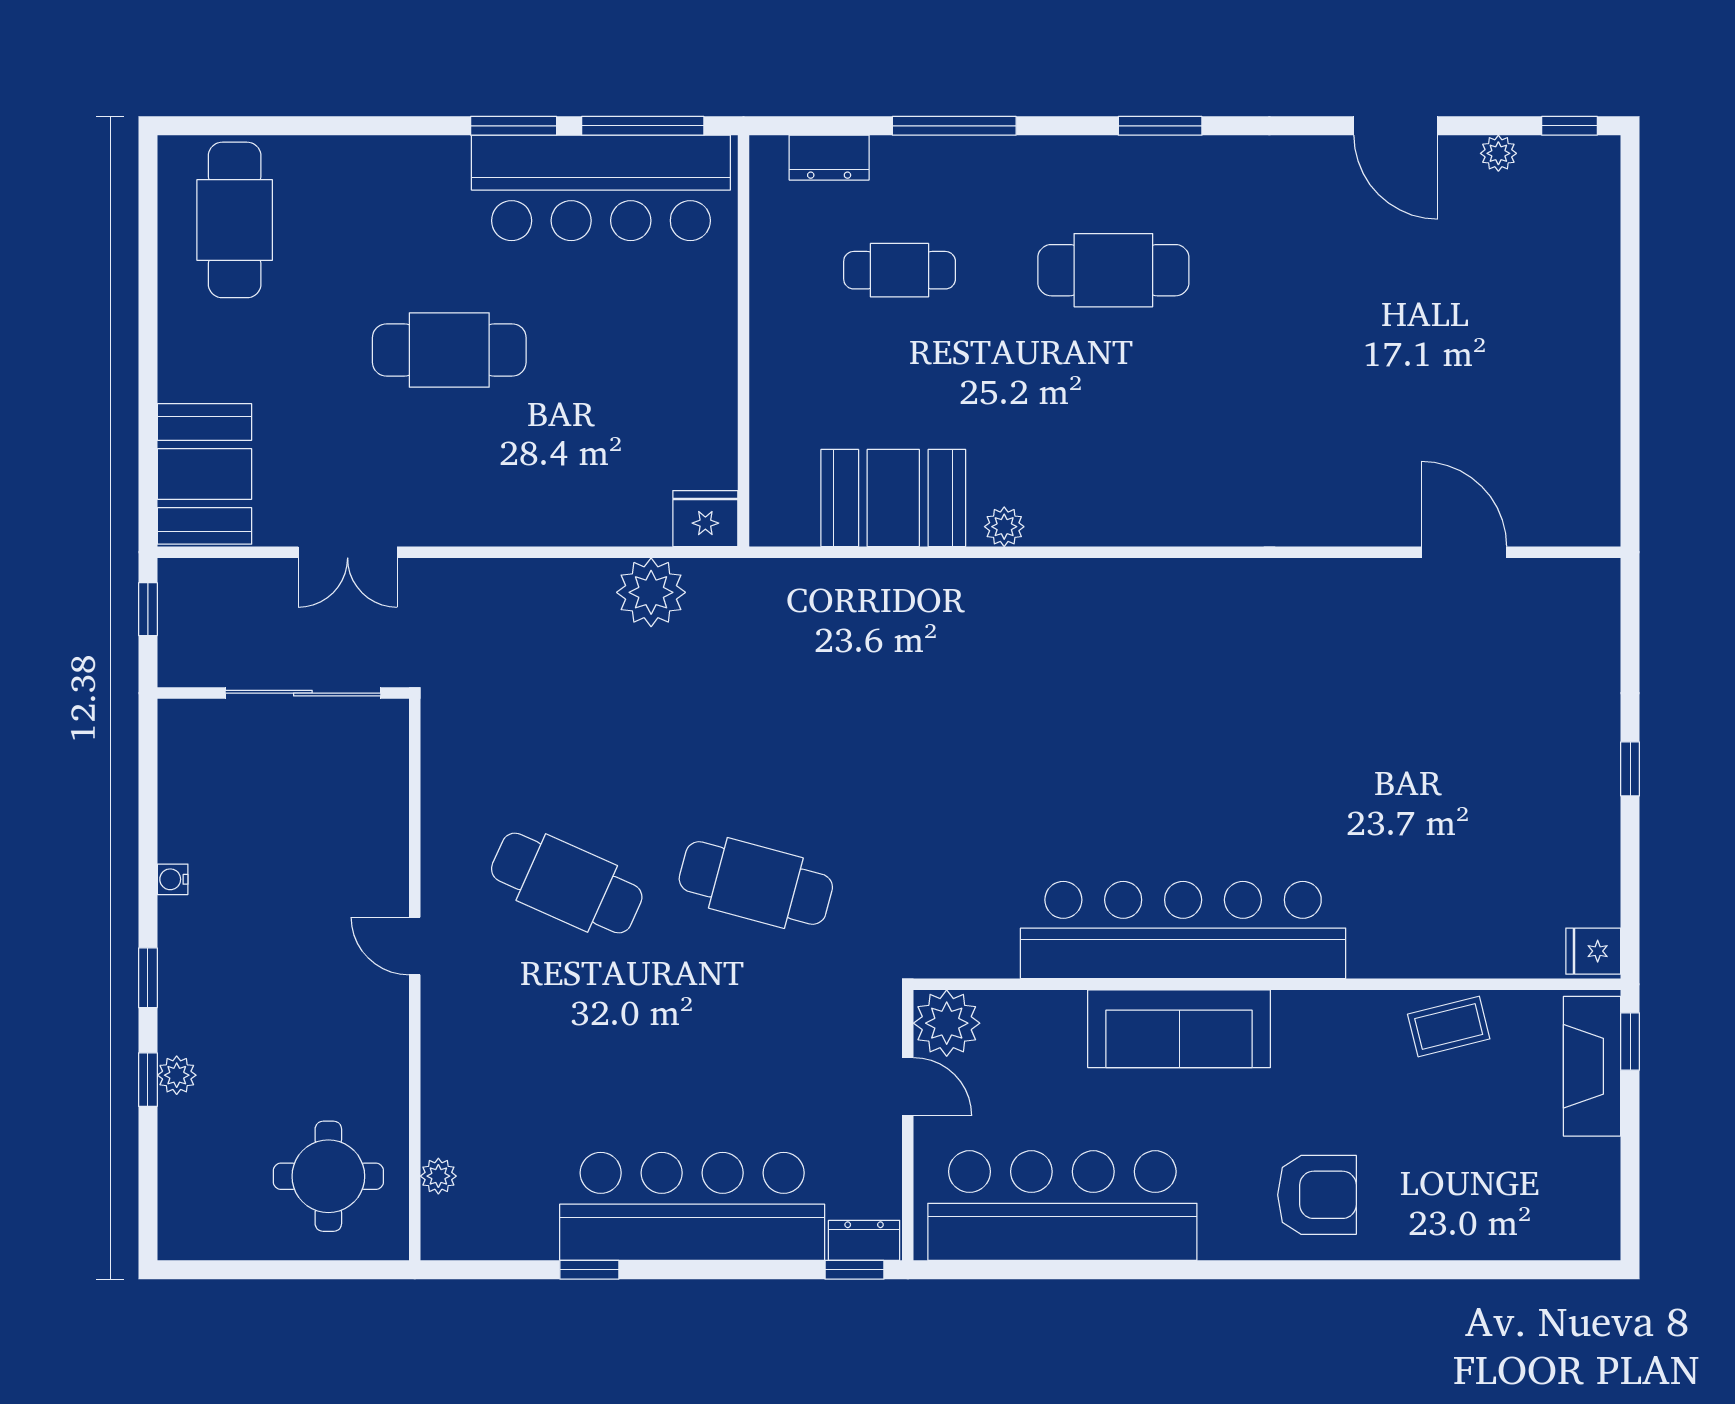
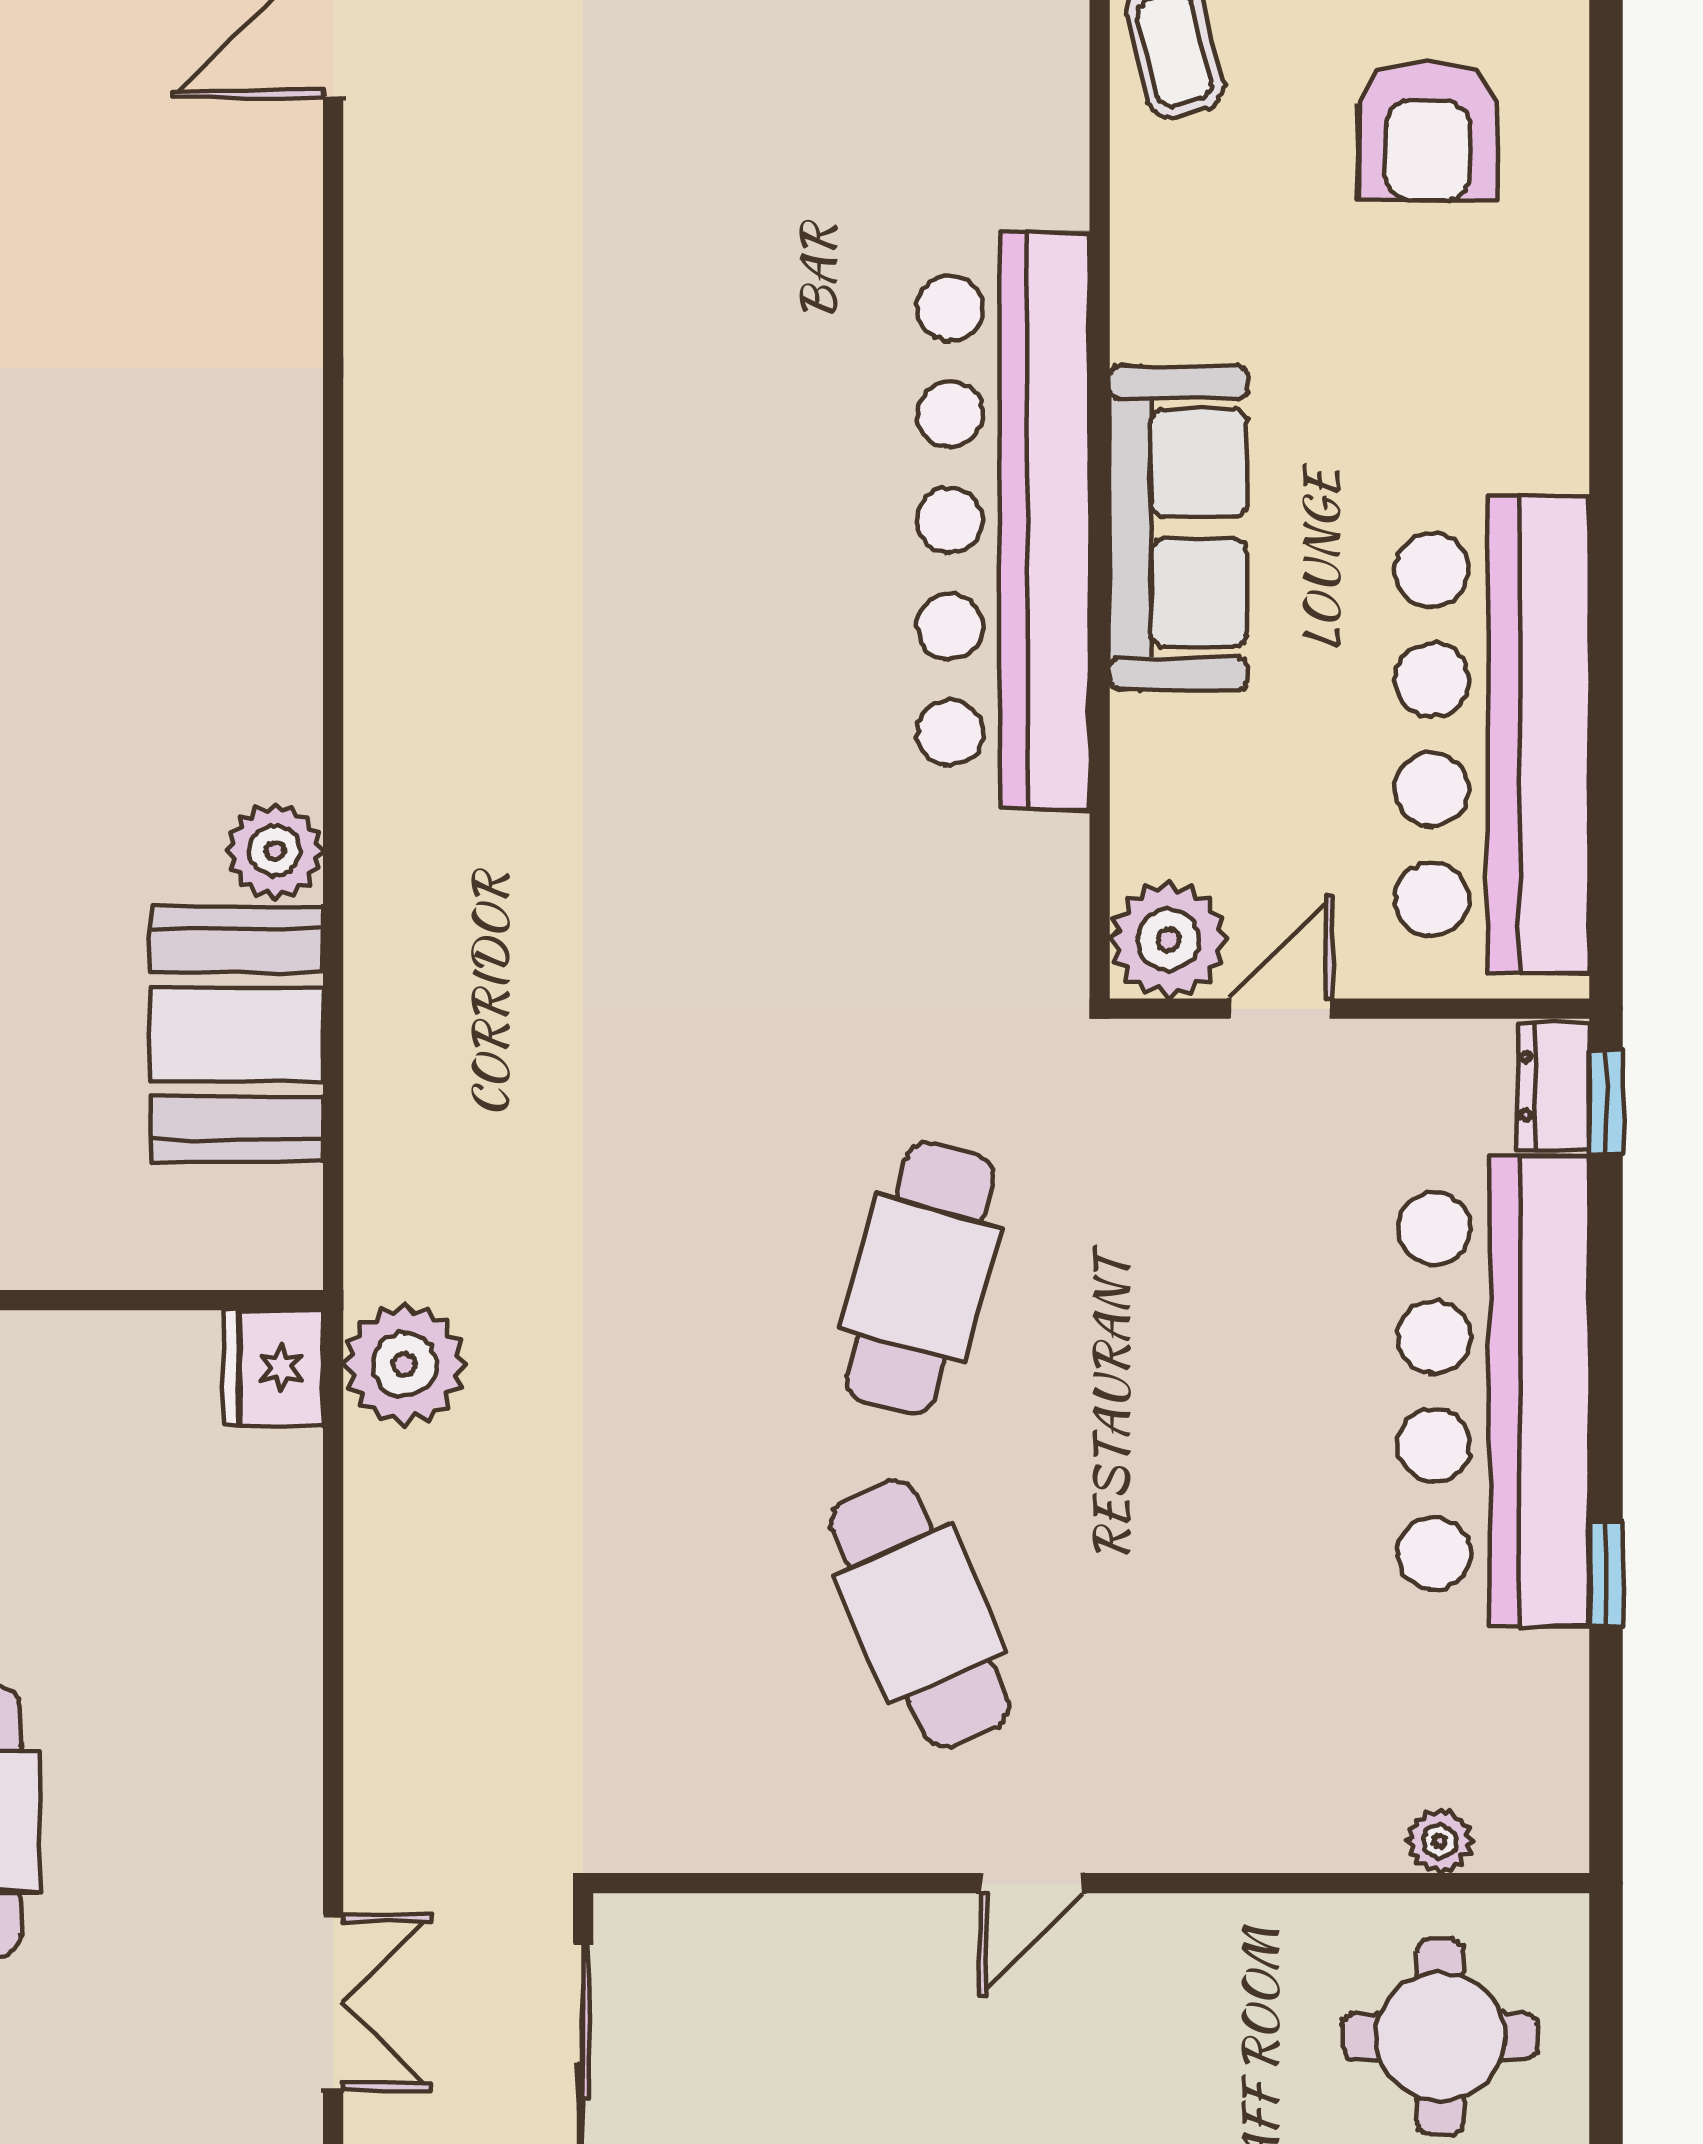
plant: (1004, 527) -> (275, 851), width x1.38, depth x1.38
plant: (651, 592) -> (404, 1365), moved
cafe table: (567, 883) -> (920, 1614), turned -48
armchair: (1317, 1195) -> (1428, 131), moved, turned 180

